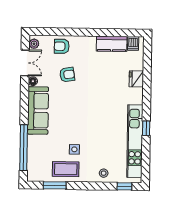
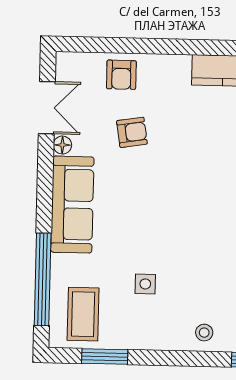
plant: (34, 44) -> (65, 69), removed
armchair: (62, 46) -> (121, 75), turned -90
coffee table: (66, 169) -> (83, 314), moved, turned 90

